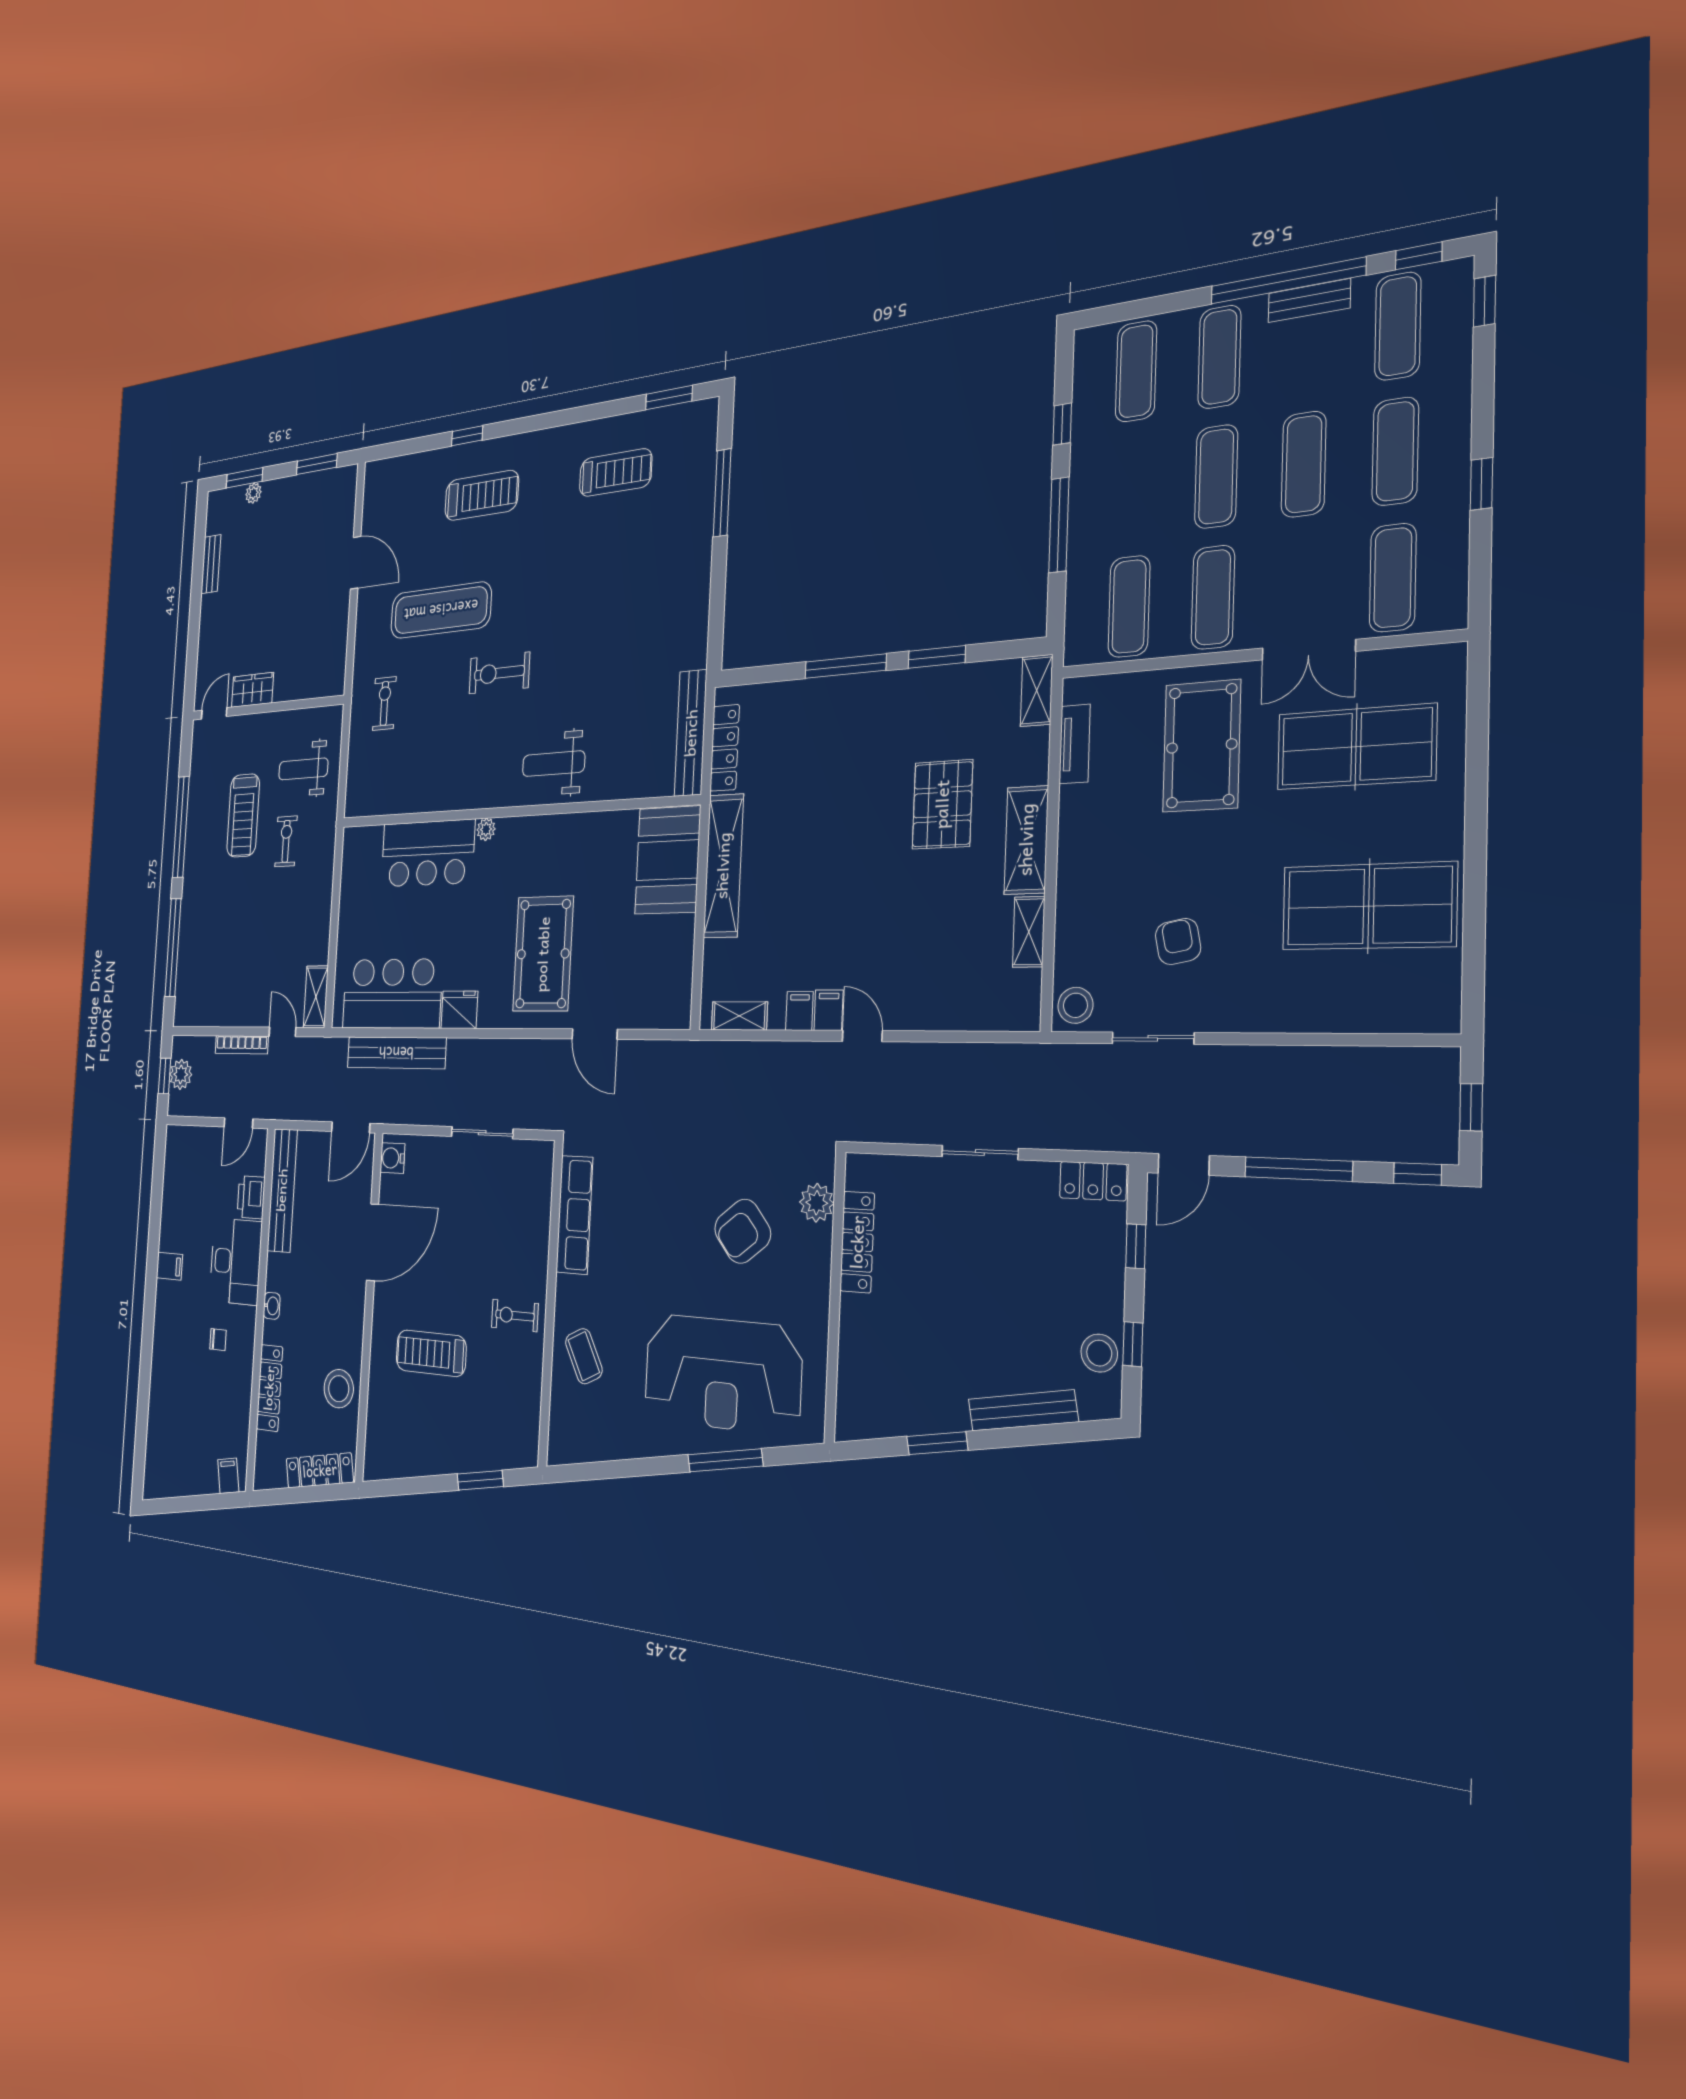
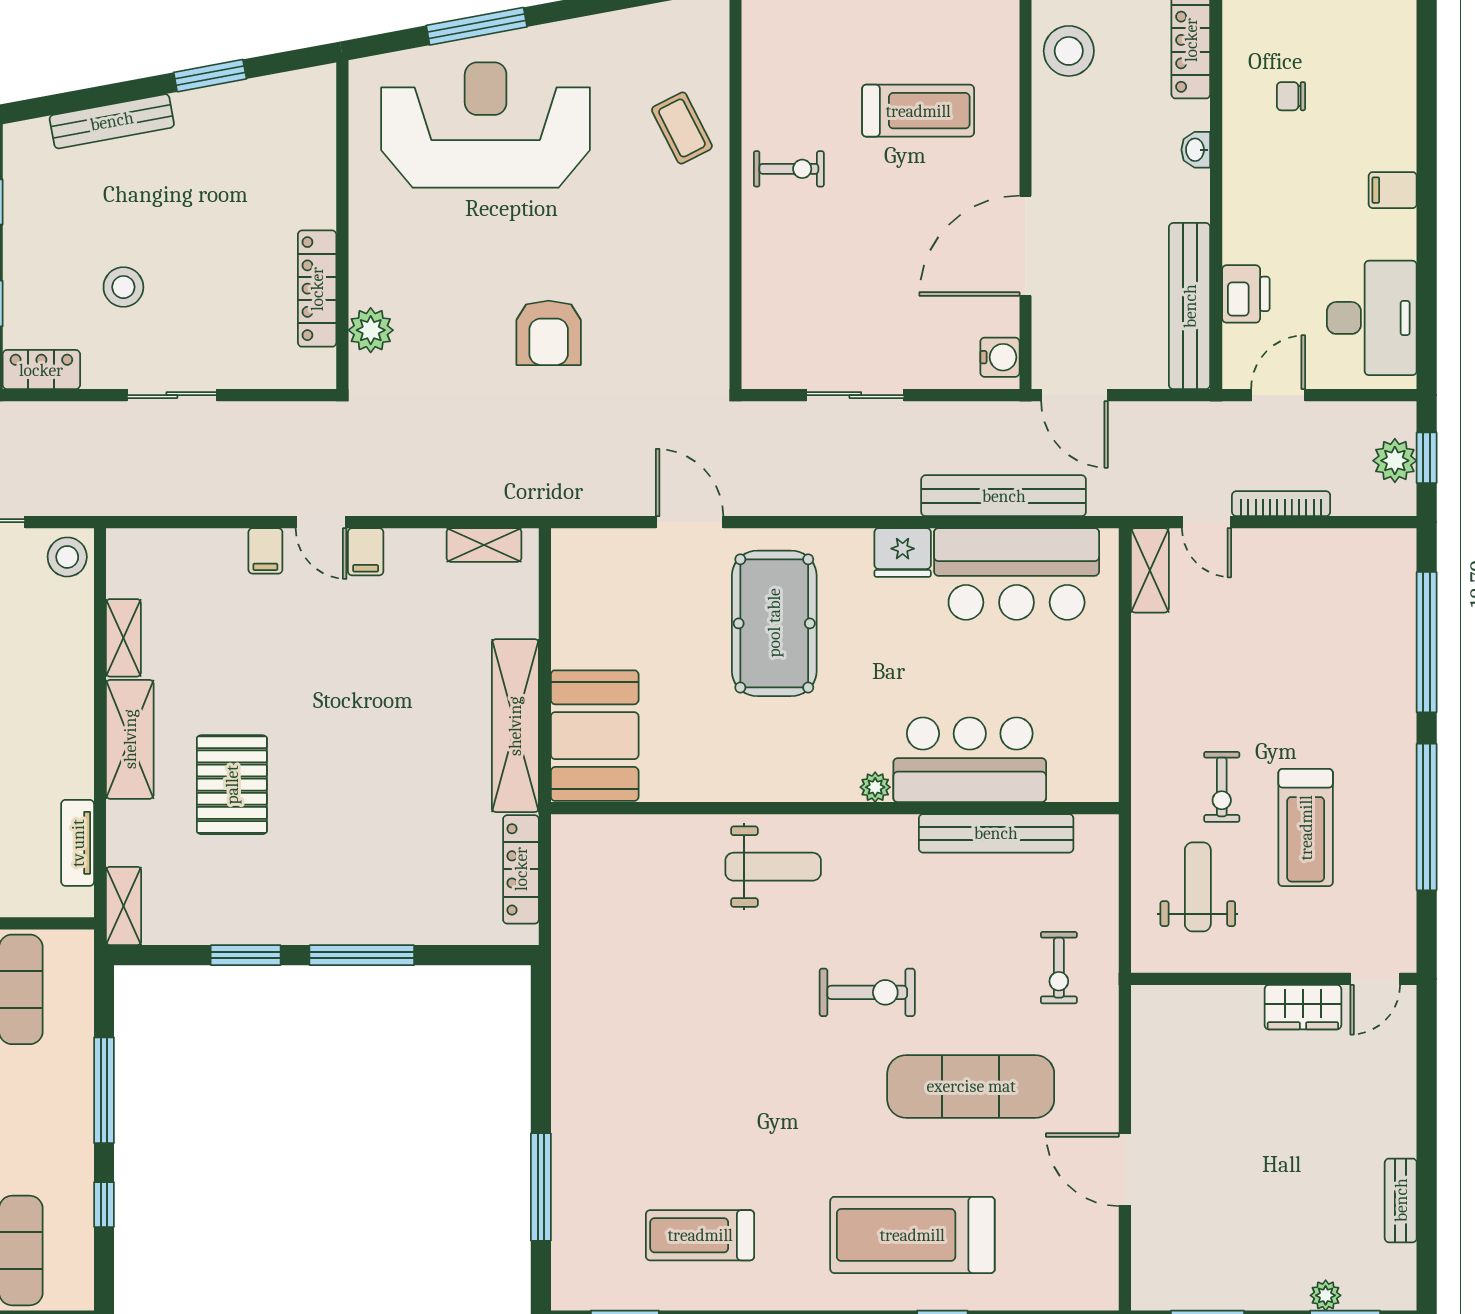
treadmill: (482, 495) -> (912, 1235), width x1.37, depth x1.38
bench: (691, 733) -> (996, 833), moved, turned 90
weight bench: (303, 769) -> (1198, 887), turned -90
treadmill: (243, 815) -> (1306, 828), turned 180
filing cabinet: (799, 1011) -> (265, 551), moved
door: (351, 1127) -> (1075, 395), swing flipped
row of seats: (574, 1215) -> (706, 299), removed
armchair: (743, 1231) -> (549, 333), moved, turned 129
desk: (236, 1262) -> (1372, 318), moved, turned 180
stool: (1099, 1353) -> (123, 287), moved

